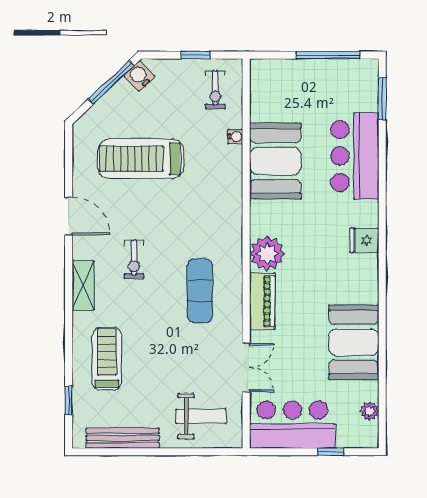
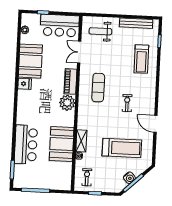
water cooler: (139, 76) -> (129, 178), moved
fridge: (364, 240) -> (25, 84), moved
shelving: (83, 286) -> (81, 141), moved

